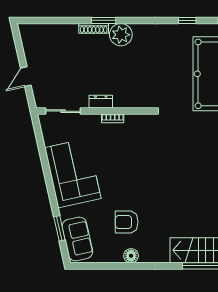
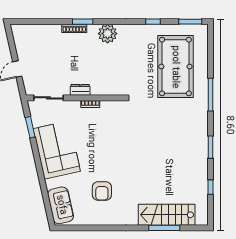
plant: (121, 35) -> (108, 34), moved
armchair: (127, 222) -> (102, 191), turned -90
window: (59, 228) -> (30, 127), moved
floor lamp: (131, 256) -> (106, 219), removed

